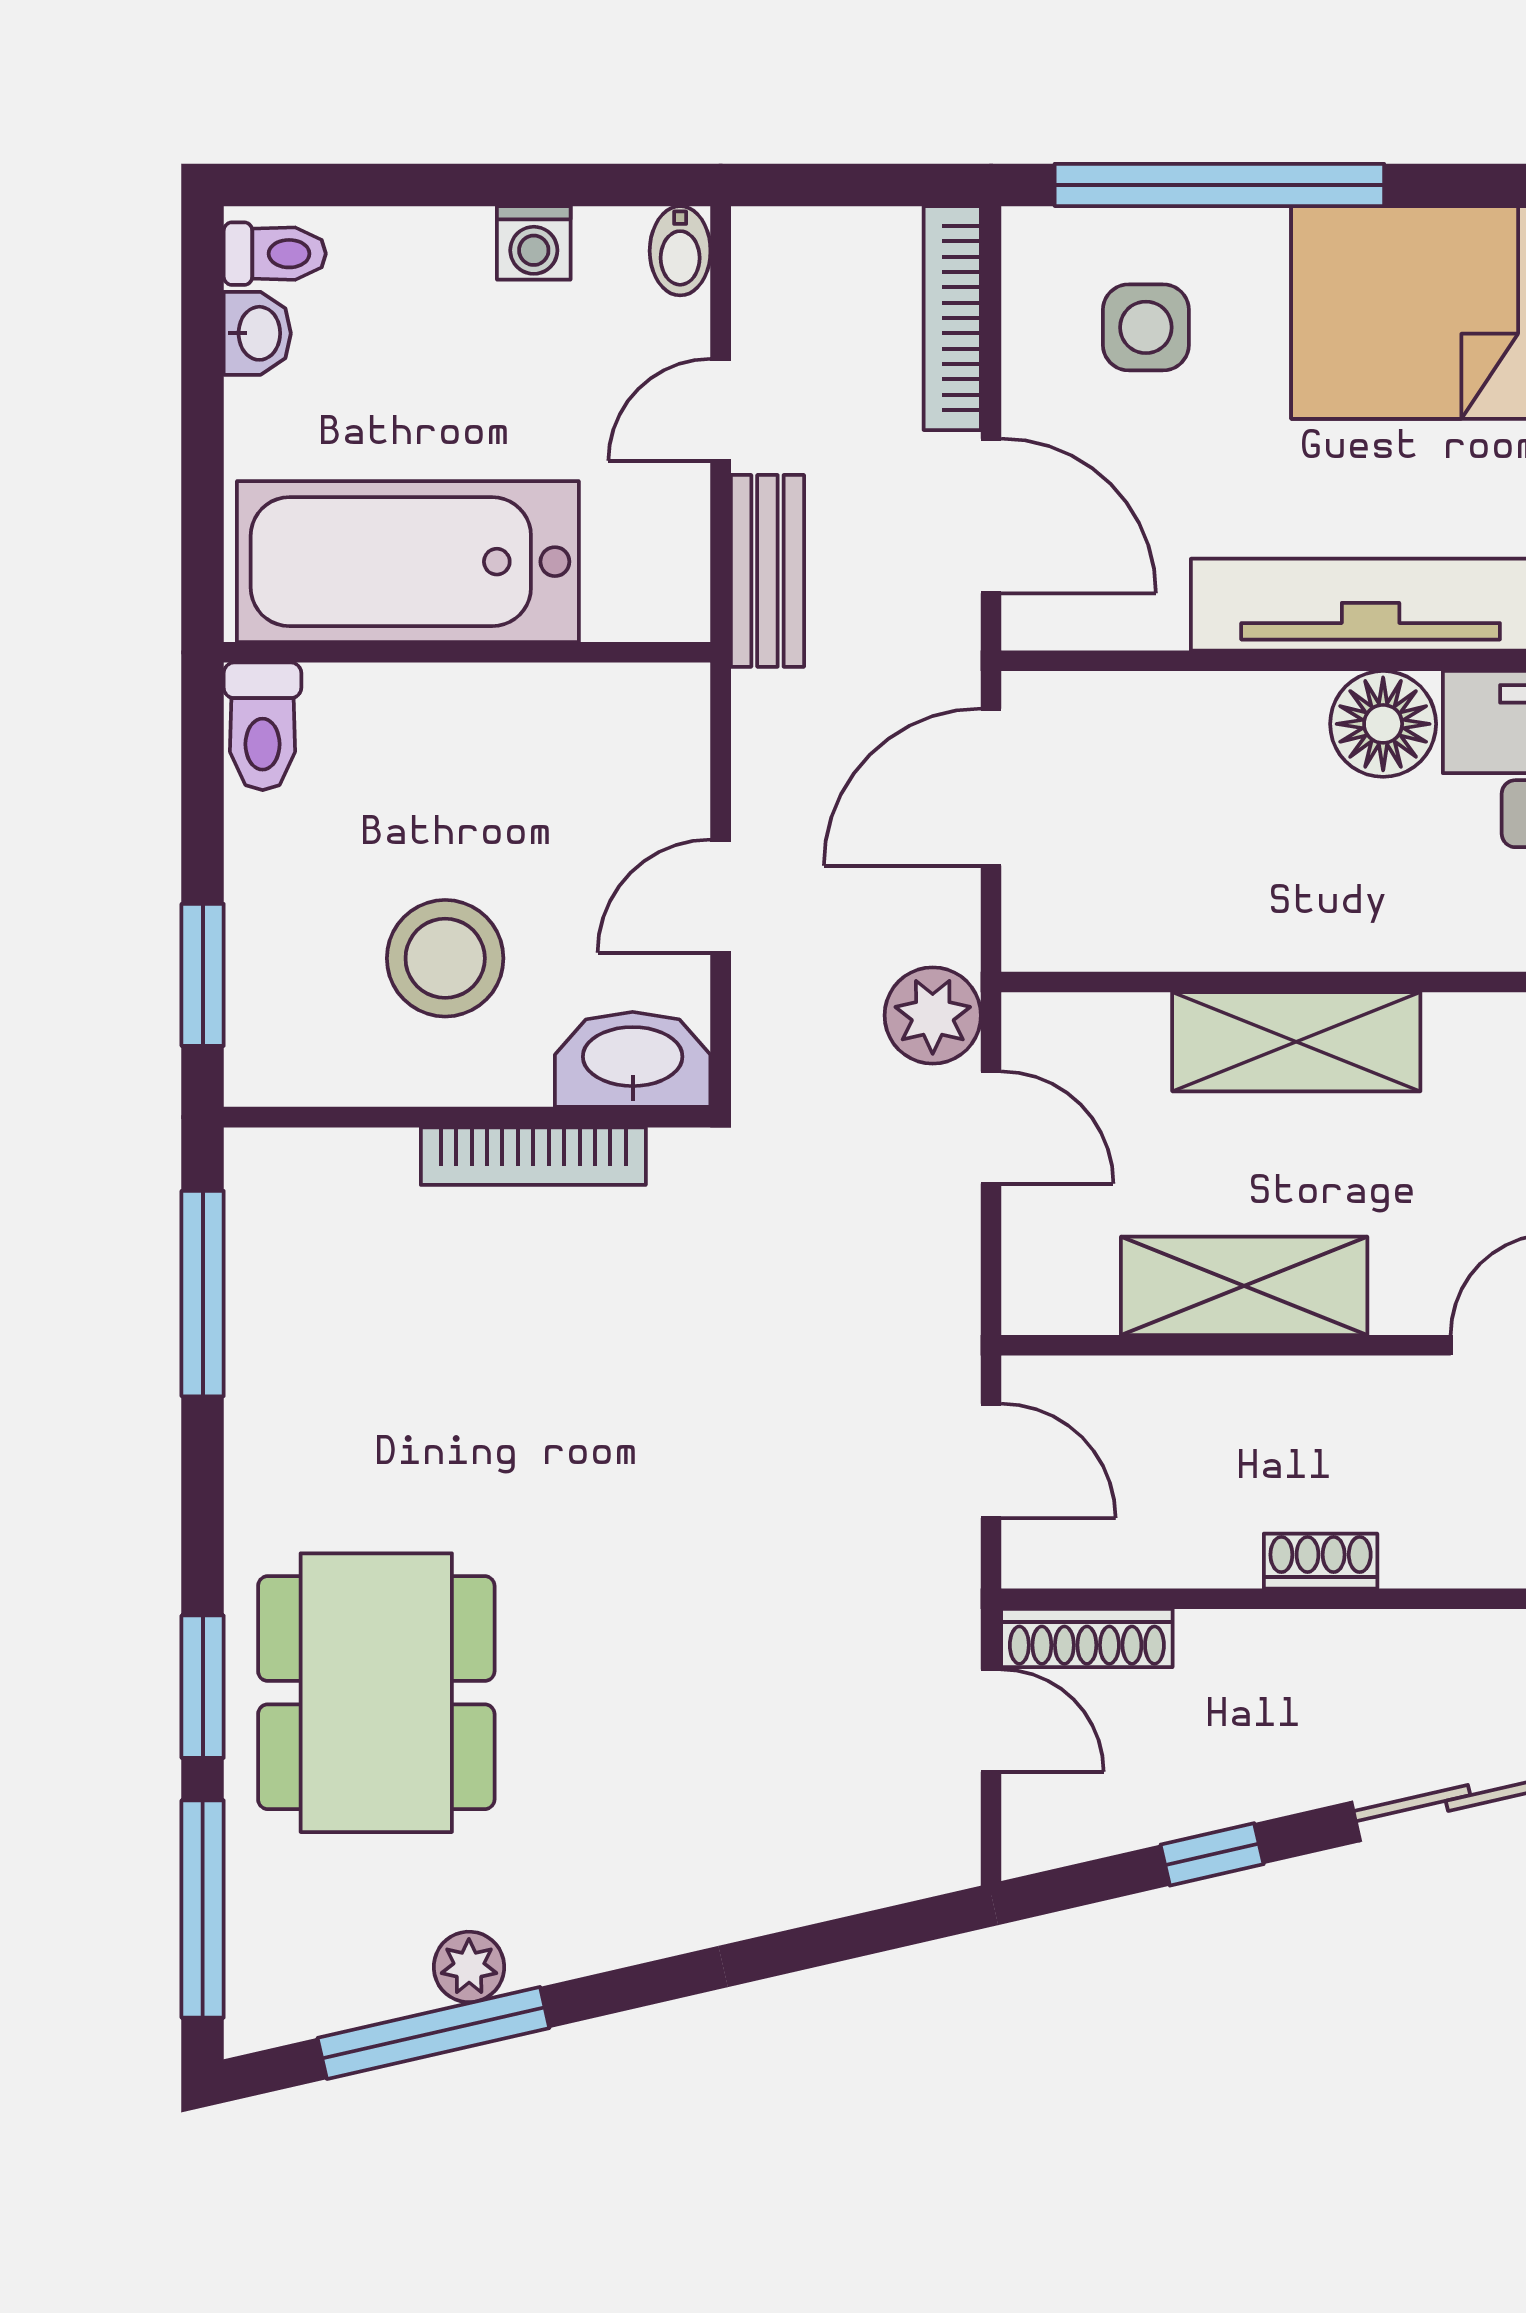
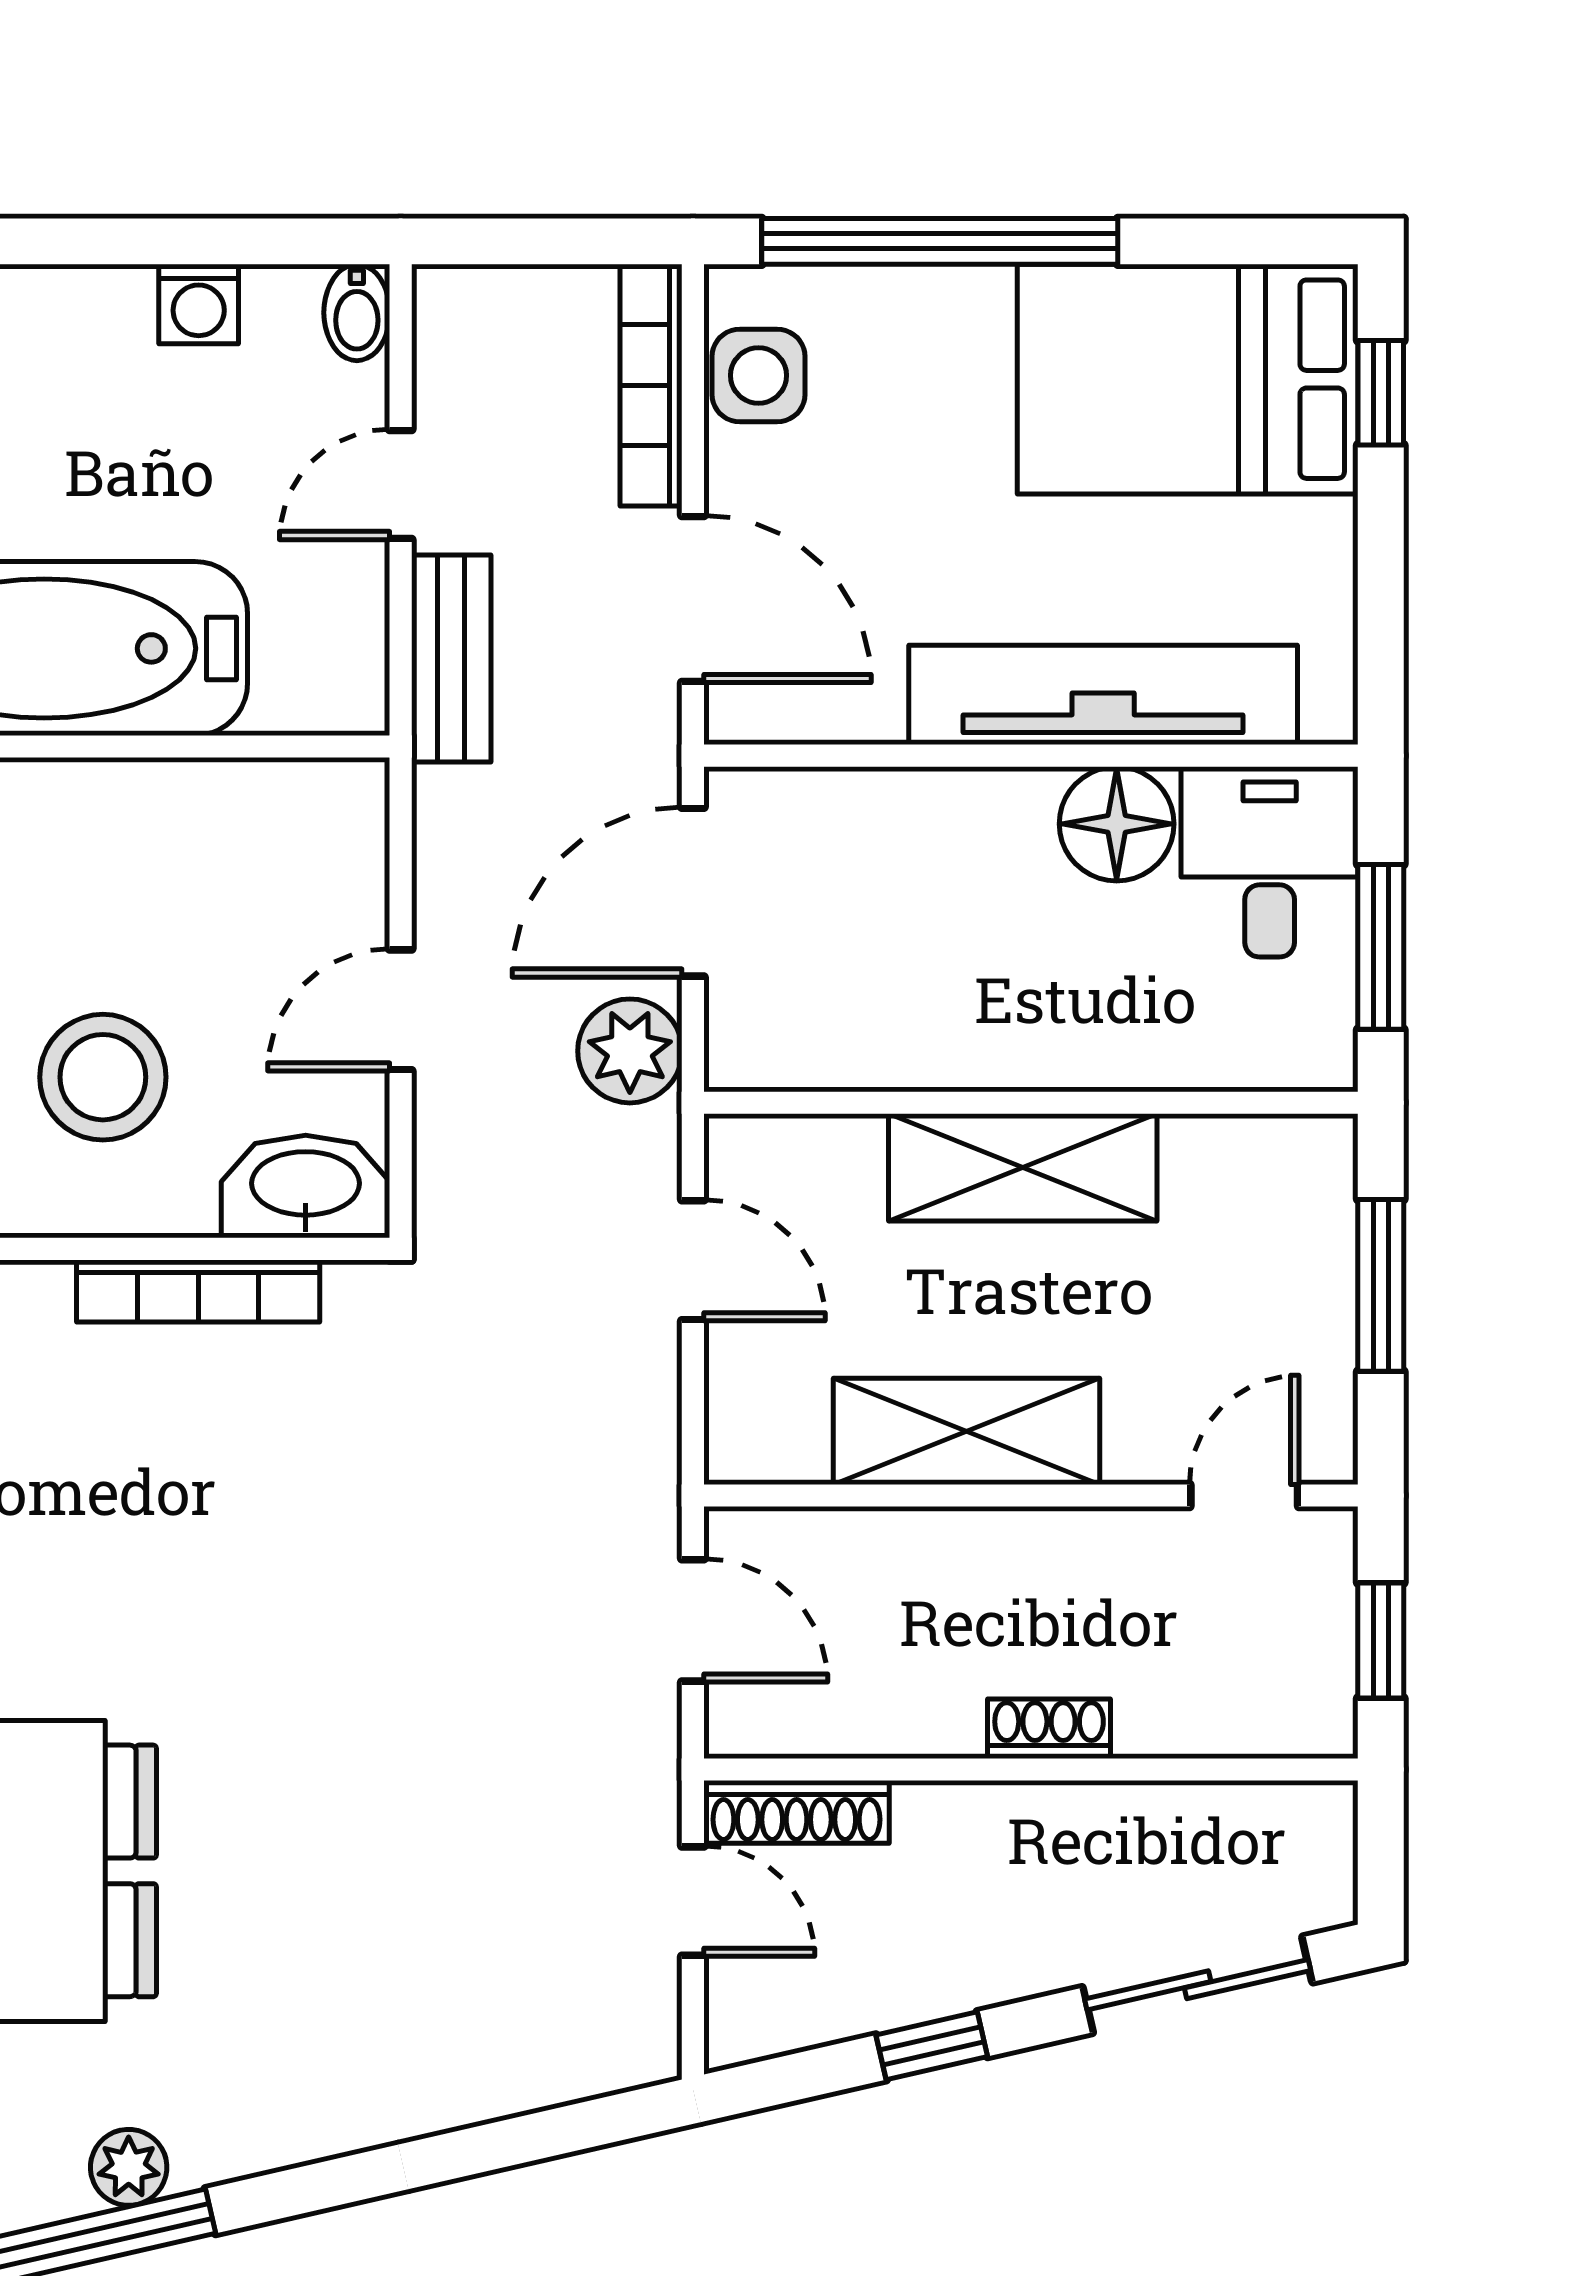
side table: (1146, 327) -> (758, 375), moved
plant: (933, 1015) -> (630, 1051), moved

